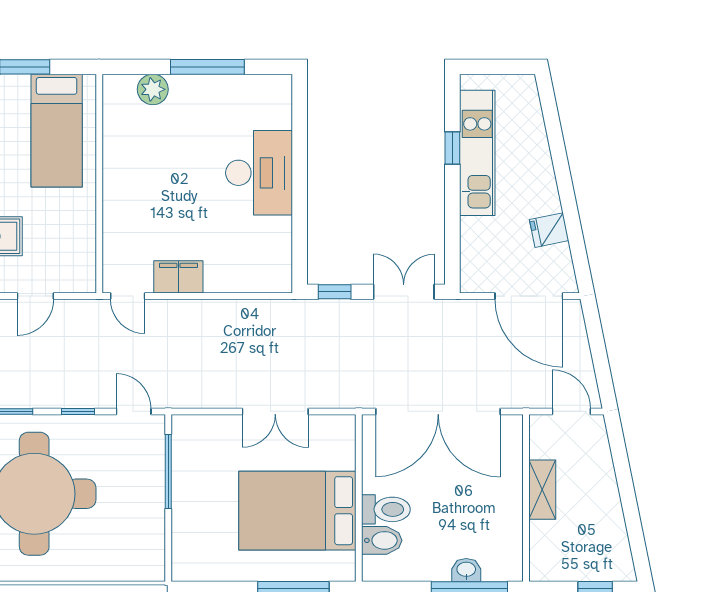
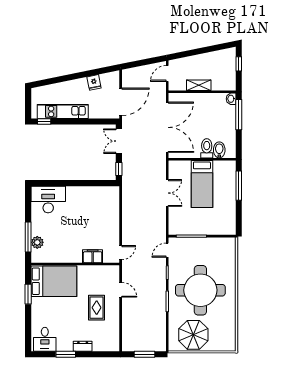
window: (207, 67) -> (28, 237), moved
bed: (57, 131) -> (54, 281), width x1.50
window: (452, 148) -> (44, 121), moved
desk: (259, 173) -> (48, 200), moved
filing cabinet: (178, 277) -> (93, 256), moved, turned 90
door: (529, 296) -> (121, 102), moved
bed: (297, 511) -> (202, 184), width x0.67
washbasin: (466, 570) -> (231, 99), moved

